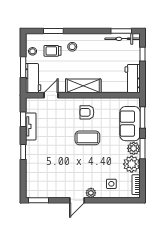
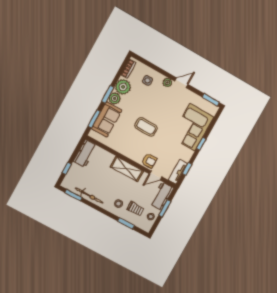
bicycle: (122, 39) -> (89, 196), moved
armchair: (87, 112) -> (149, 161), moved
tv unit: (31, 126) -> (178, 172), moved
corner sofa: (41, 163) -> (192, 127), added

